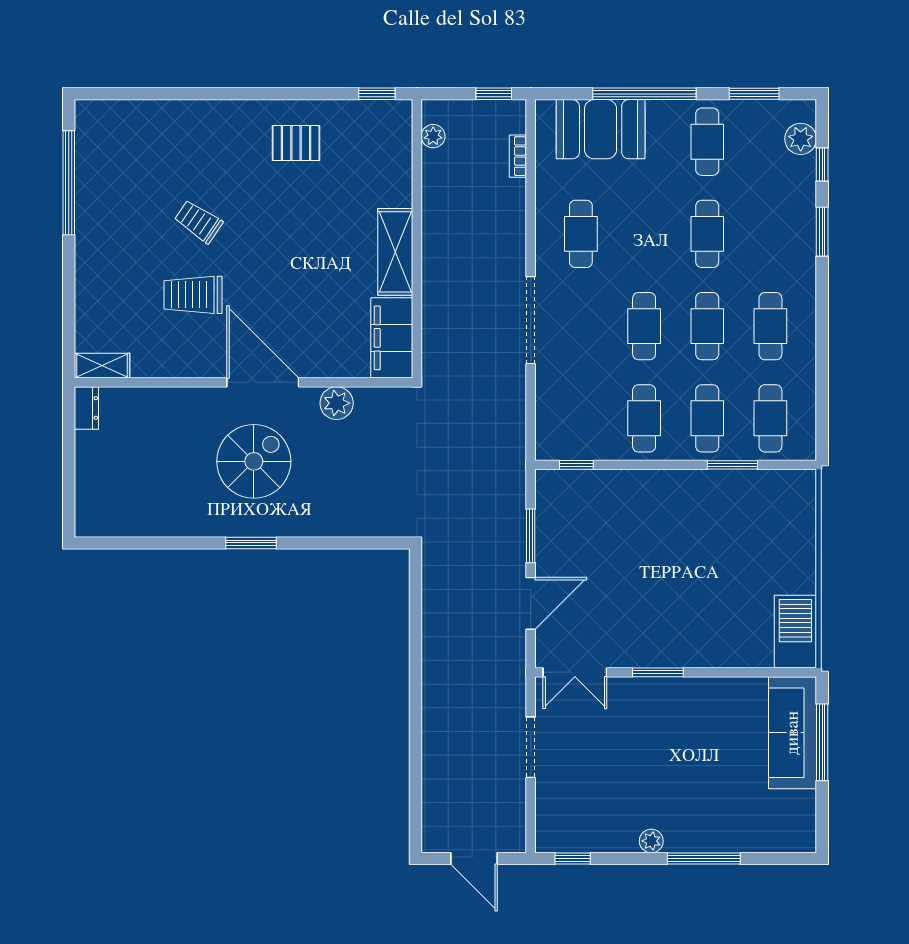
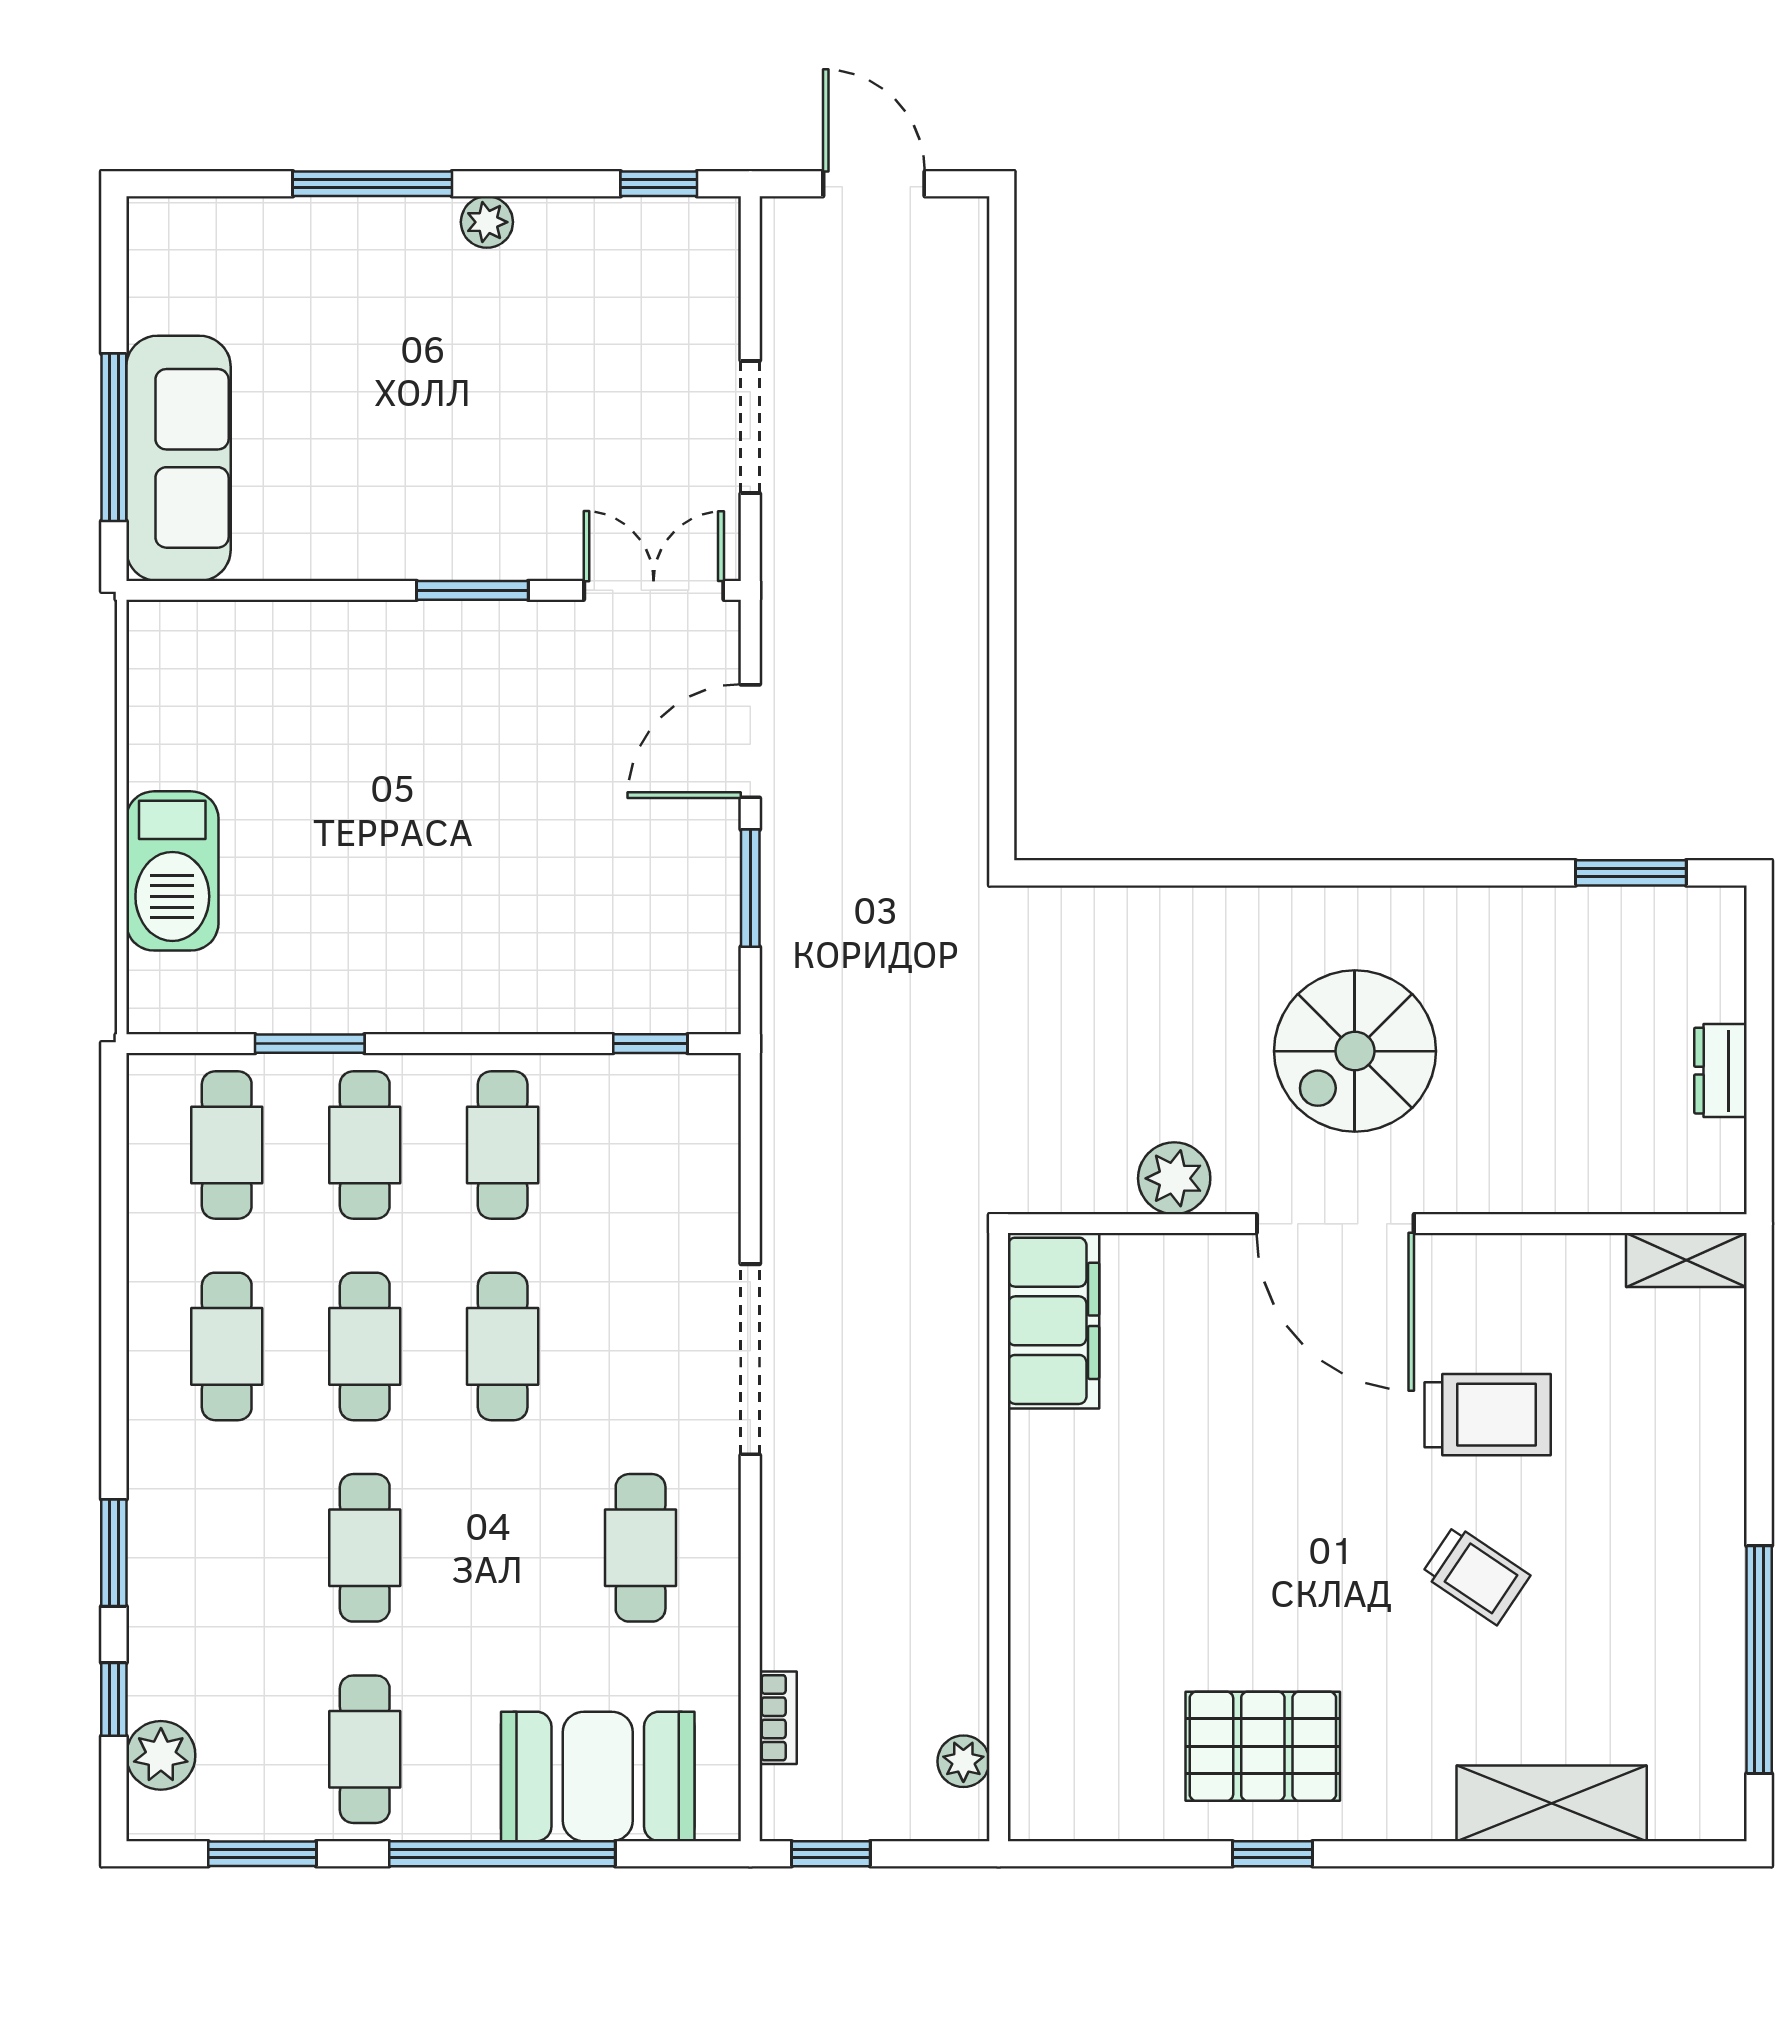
window: (377, 94) -> (1273, 1854), moved
pallet: (296, 143) -> (1263, 1746), width x1.50, depth x1.42
shelving: (395, 252) -> (1552, 1803), moved, turned 90
dresser: (86, 408) -> (1720, 1071), moved
window: (251, 543) -> (1631, 873), moved
barbecue: (795, 632) -> (172, 871), moved

